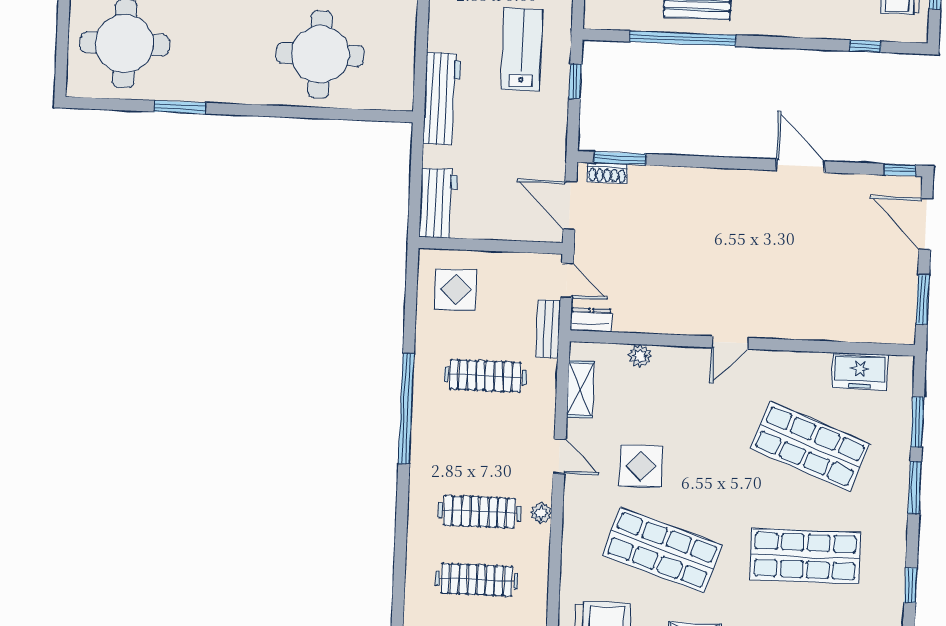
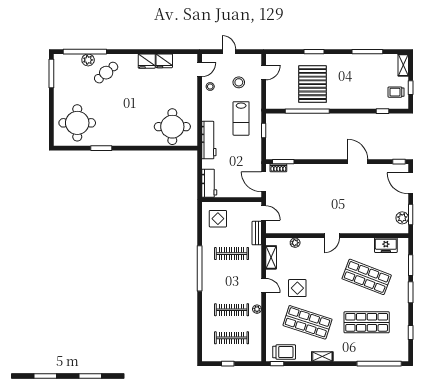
lab bench: (522, 50) -> (241, 118), turned 180
round table: (320, 54) -> (172, 127), moved
plant: (902, 307) -> (402, 218), added
dresser: (591, 320) -> (274, 229), removed

